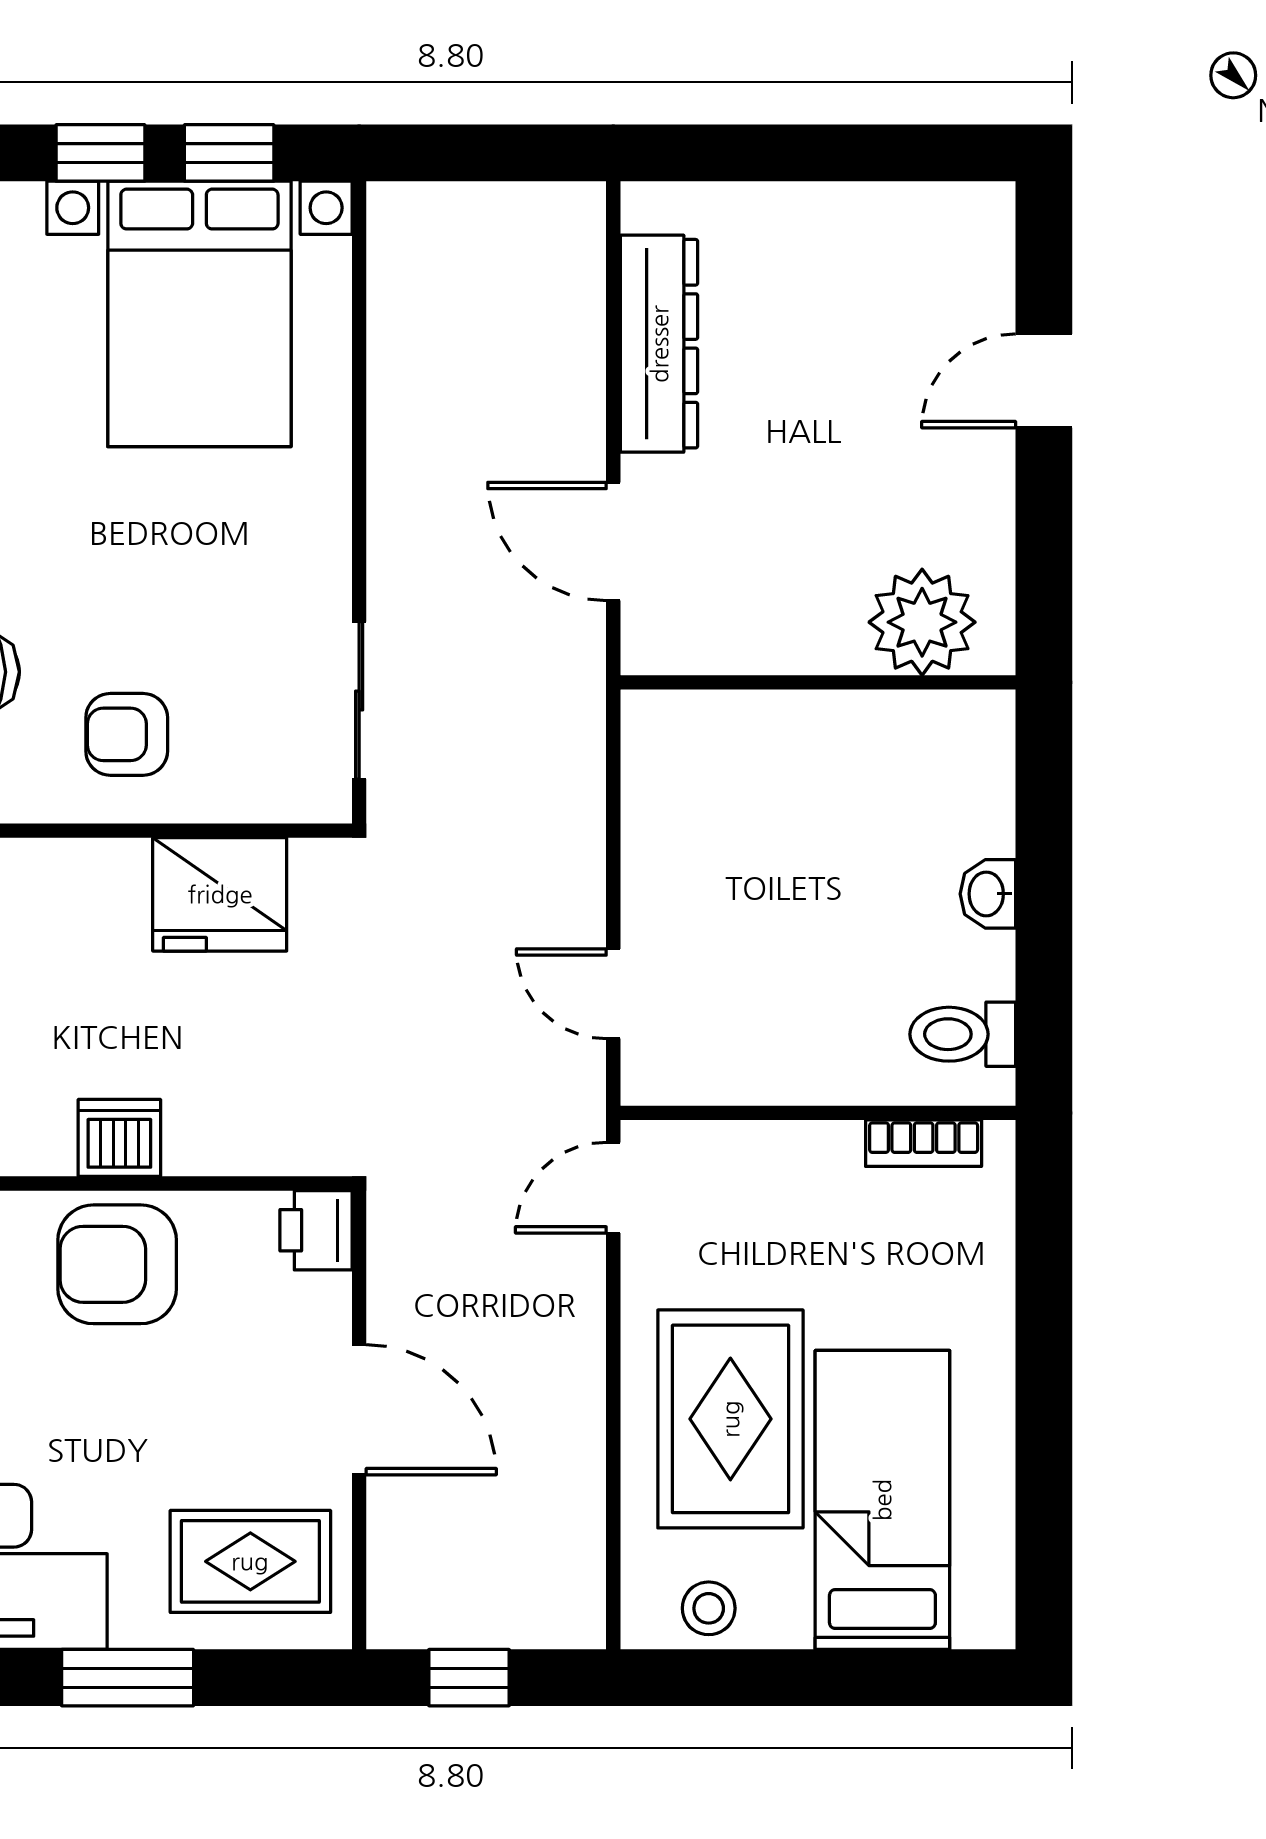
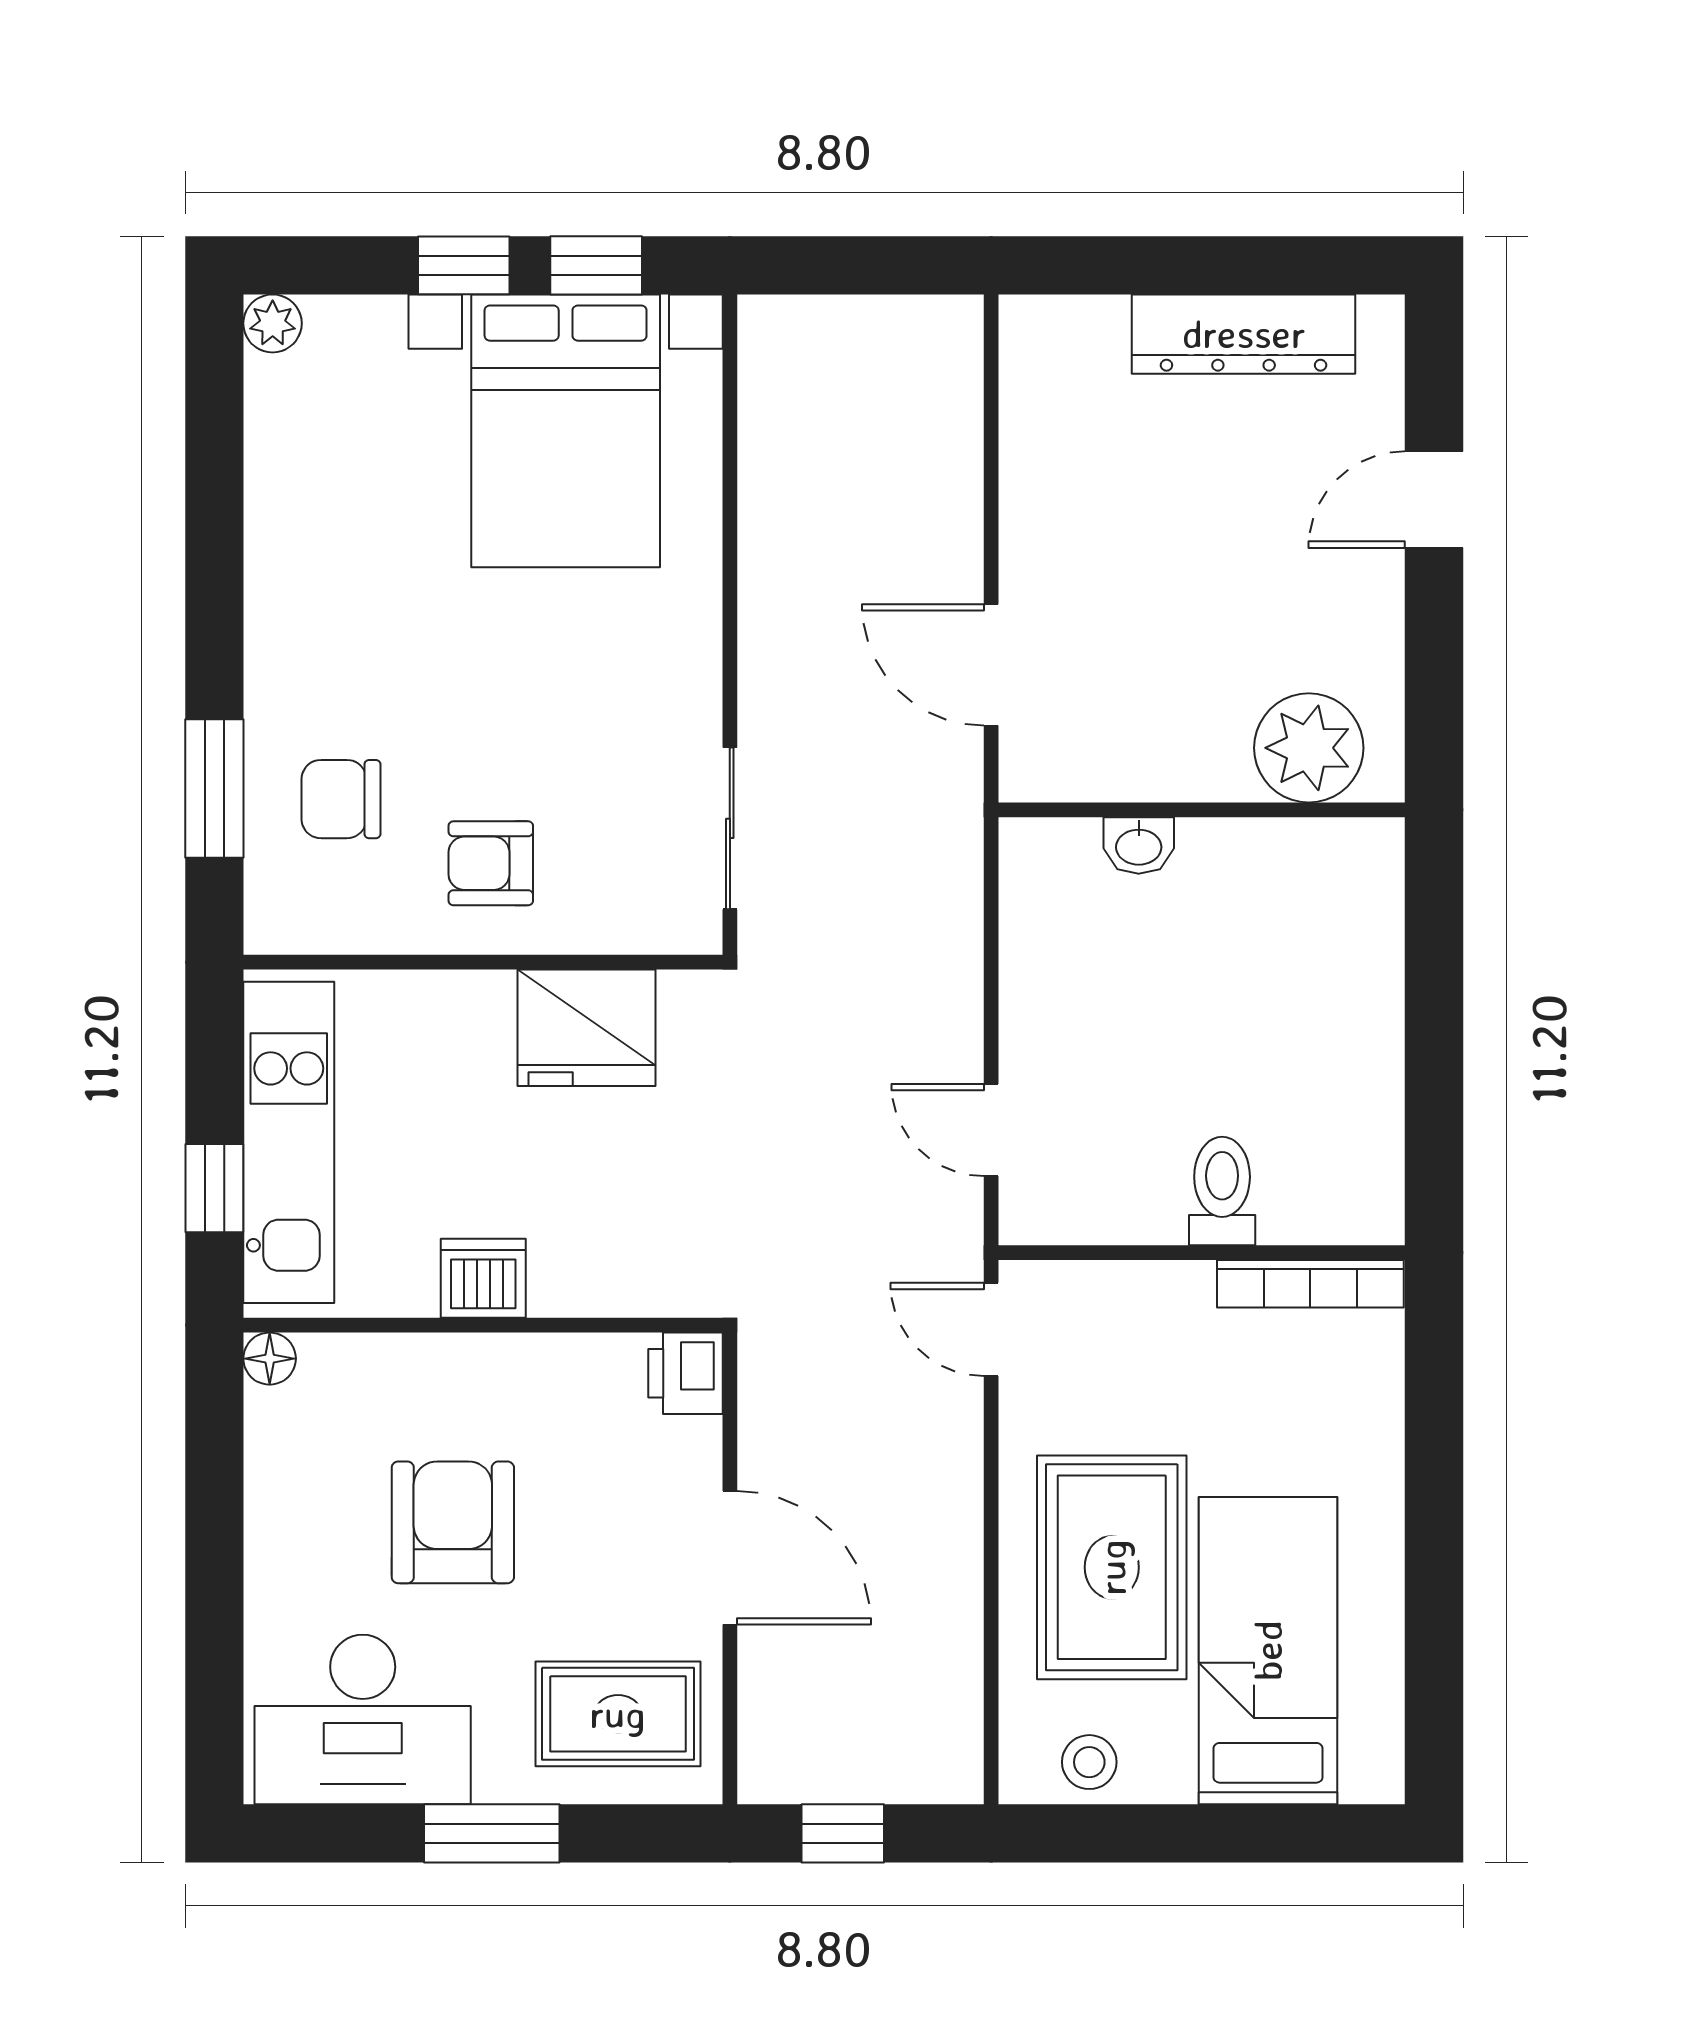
dresser: (659, 344) -> (1244, 334), moved, turned 90
washbasin: (988, 894) -> (1139, 845), moved, turned -90
toilet: (963, 1034) -> (1222, 1191), moved, turned 90
bookcase: (924, 1143) -> (1310, 1284), width x1.56
door: (613, 1188) -> (991, 1329), hinge flipped
armchair: (117, 1264) -> (453, 1522), moved, turned 90

